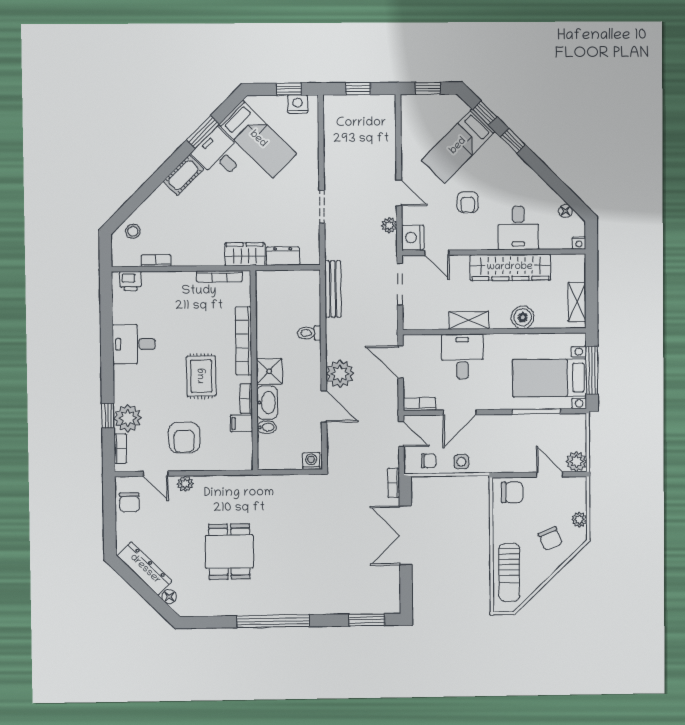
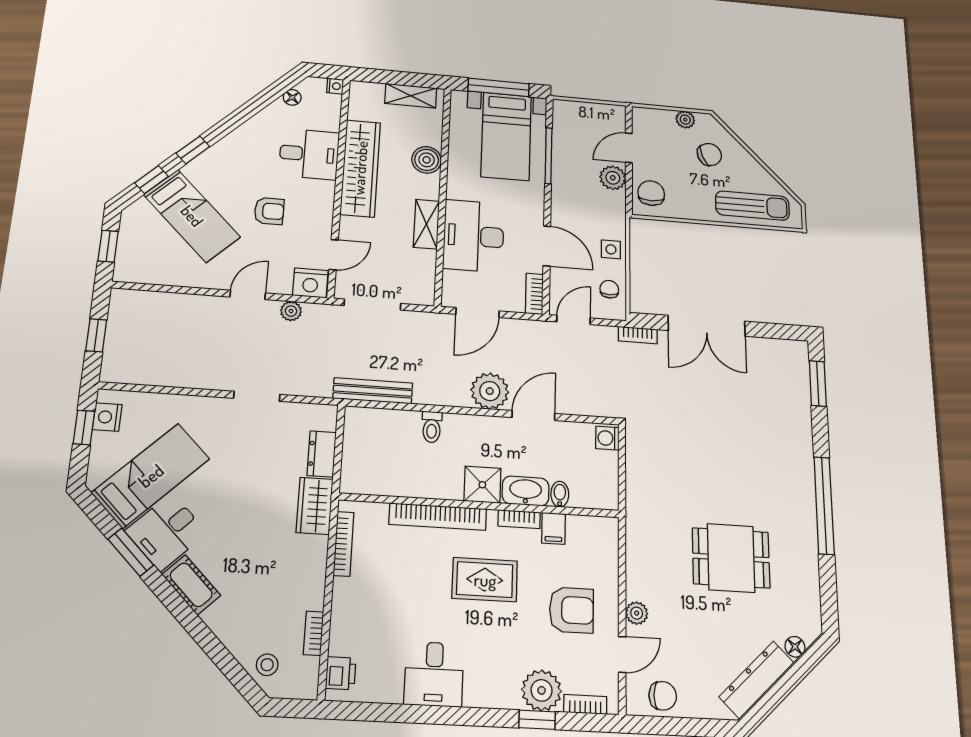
desk: (462, 356) -> (474, 236), width x1.37
plant: (576, 462) -> (613, 178), moved

